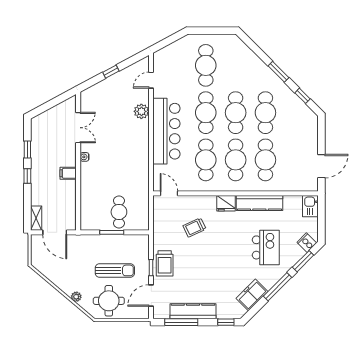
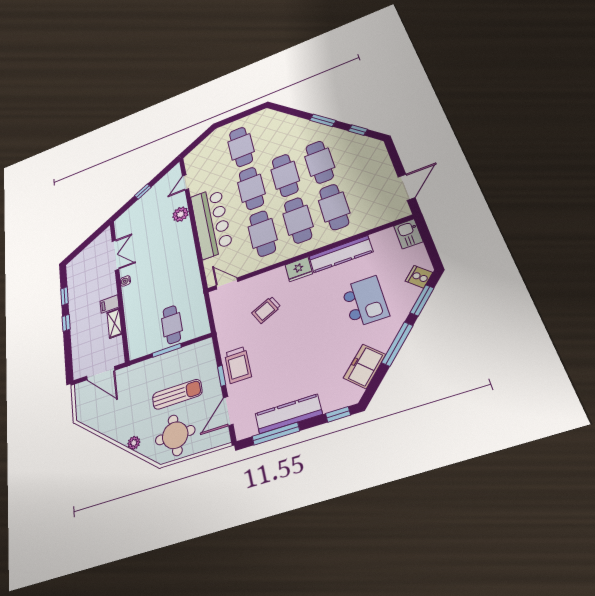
shelving: (36, 218) -> (114, 323), moved

